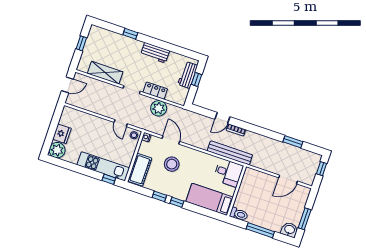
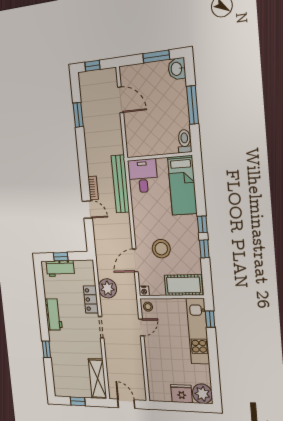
shelving: (105, 73) -> (98, 379), moved

